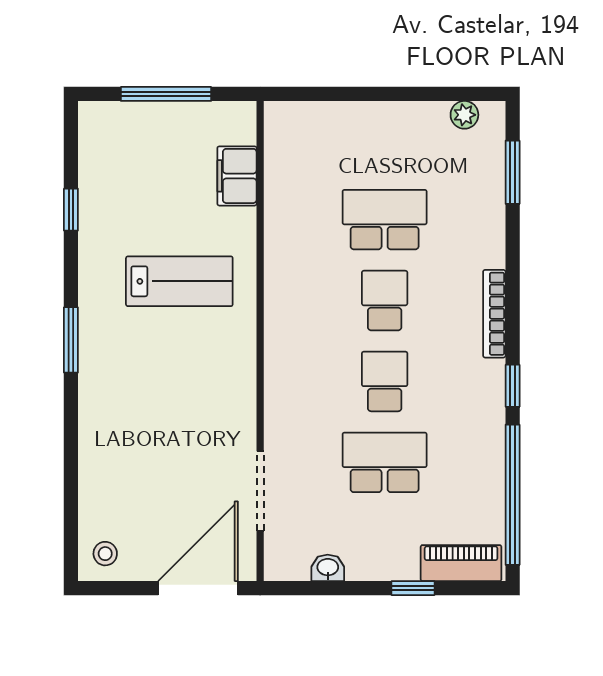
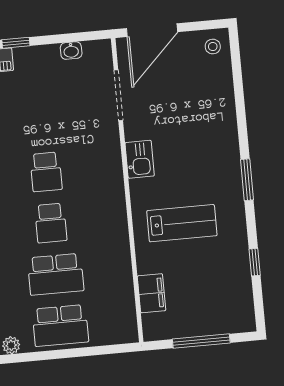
lab bench: (179, 281) -> (182, 223), turned 180
kitchen sink: (236, 388) -> (140, 159), added
school desk: (385, 462) -> (60, 326), moved

